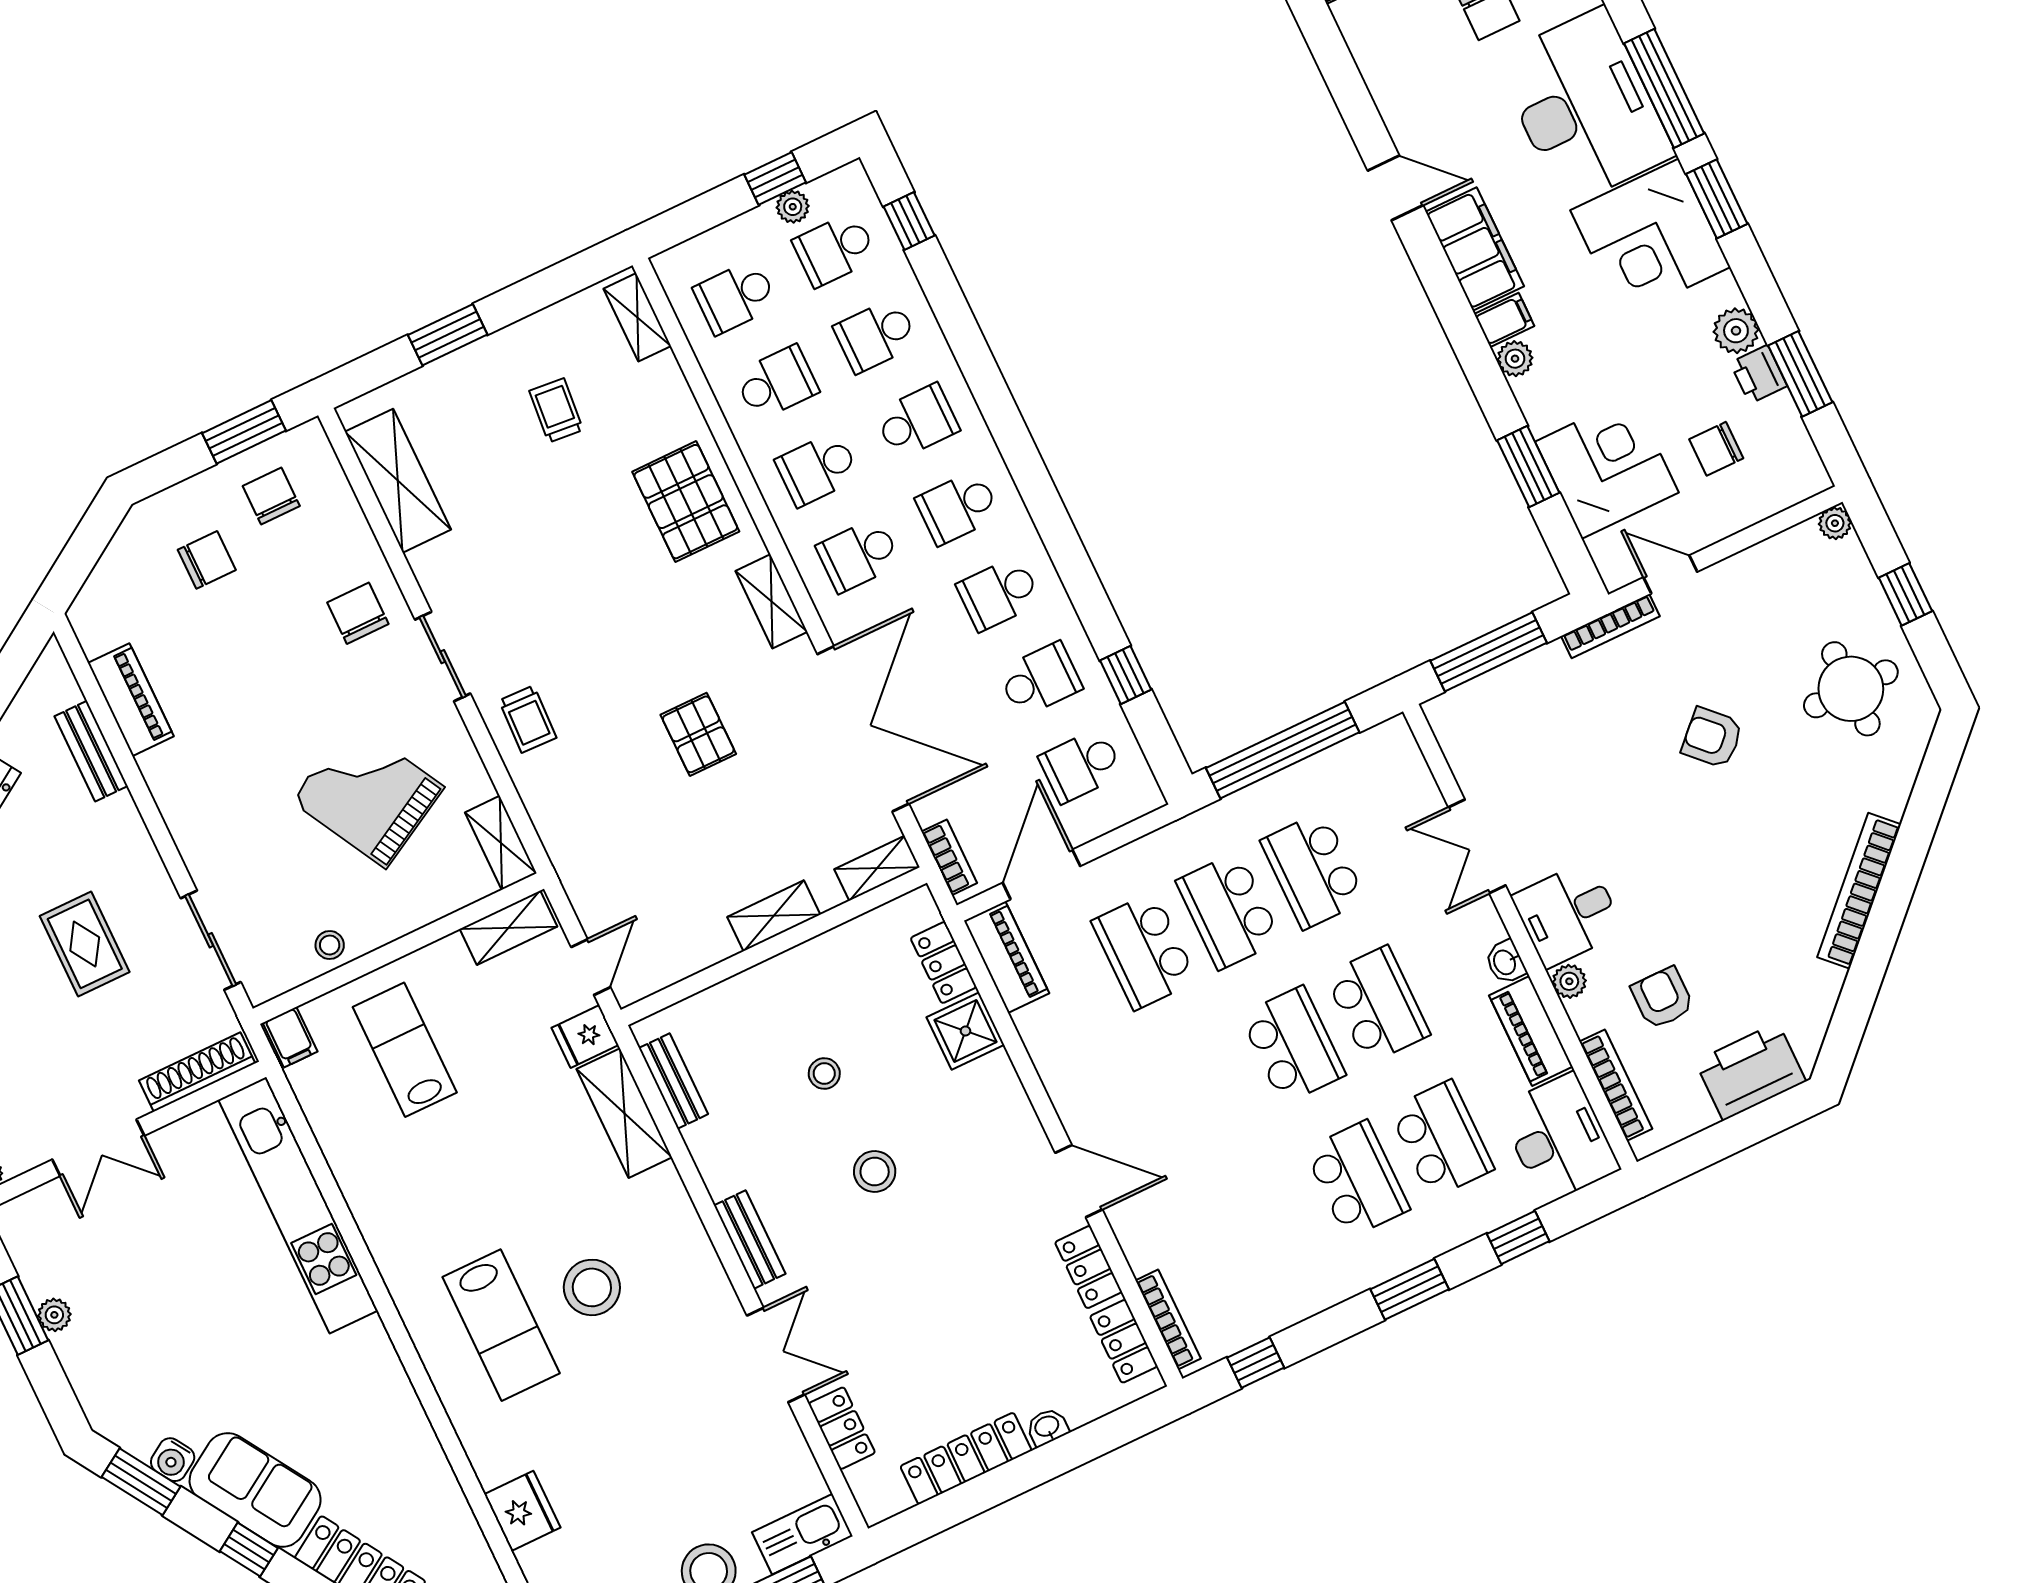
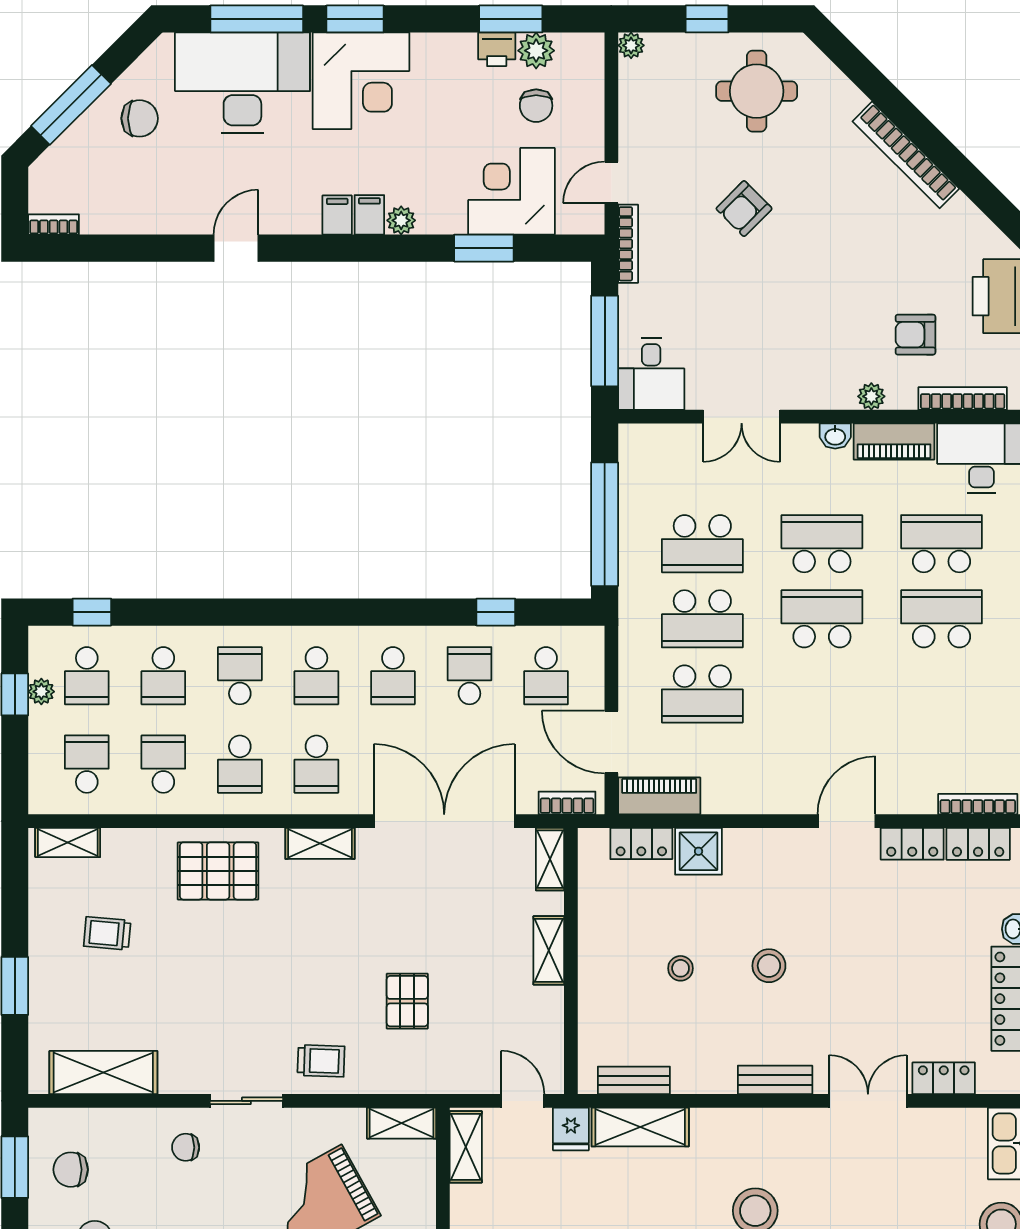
filing cabinet: (1475, 249) -> (337, 215), width x0.33, depth x0.86
school desk: (735, 297) -> (87, 764), turned 180
plant: (1736, 331) -> (536, 51), moved
chair: (358, 613) -> (186, 1147), width x0.73, depth x0.73
pallet: (698, 734) -> (407, 1001), moved, turned 90
desk: (1568, 914) -> (651, 374), moved

